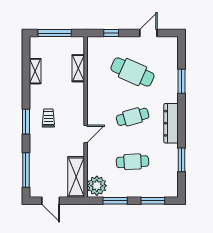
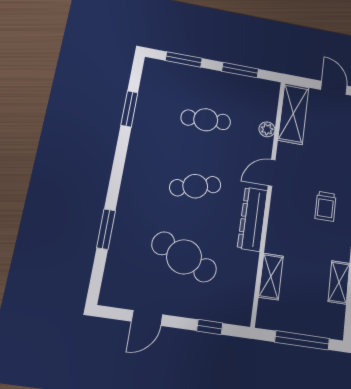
dresser: (171, 123) -> (253, 219), moved, turned 180
plant: (97, 186) -> (267, 129), moved, width x0.53, depth x0.53

